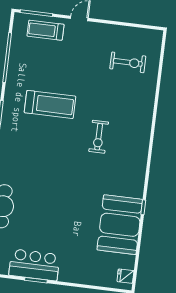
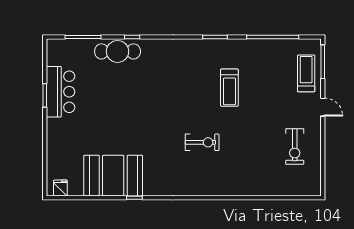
exercise bike: (128, 62) -> (295, 147), moved
treadmill: (50, 104) -> (229, 88), width x0.73, depth x0.73
exercise bike: (99, 137) -> (202, 142), turned 180

